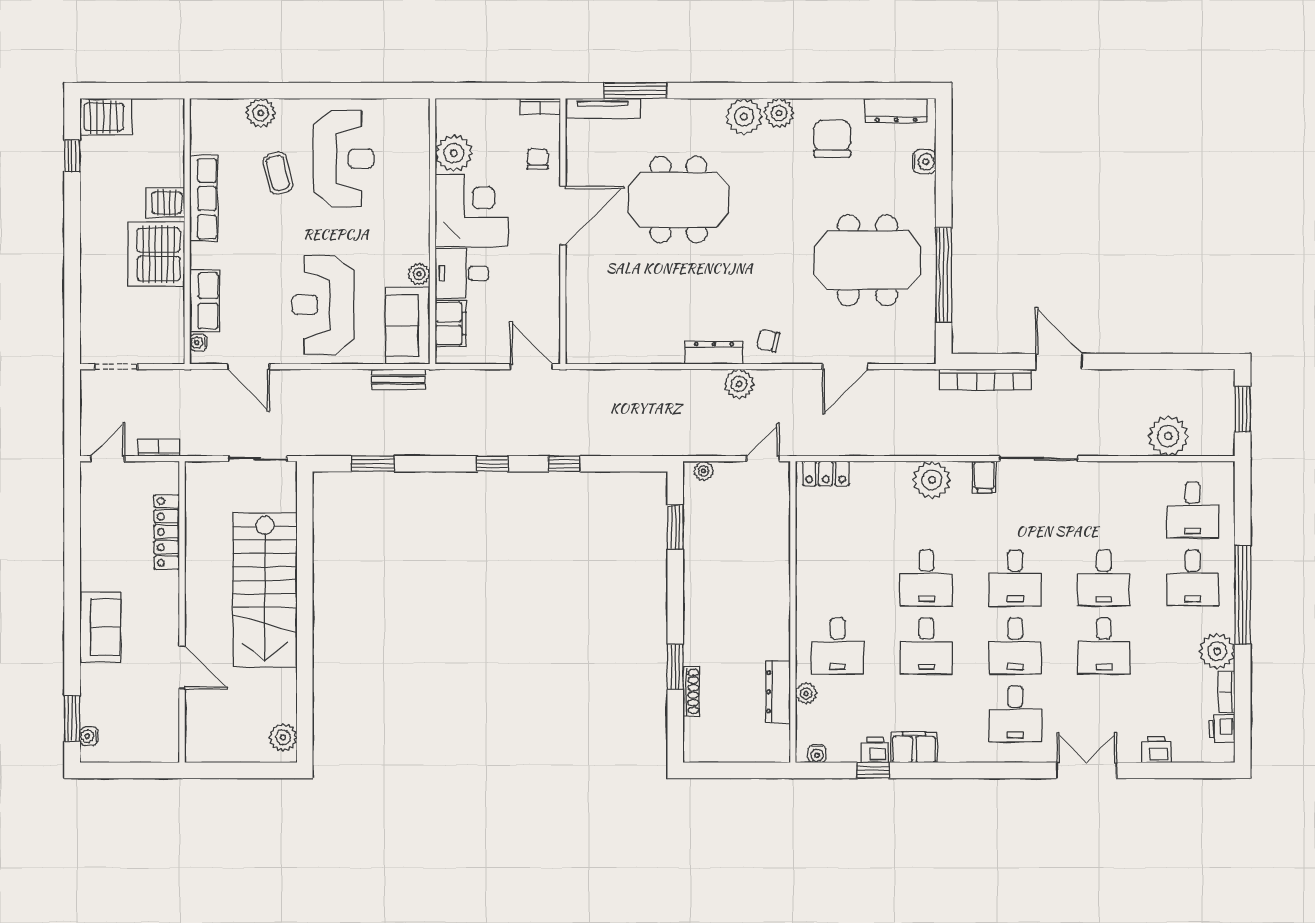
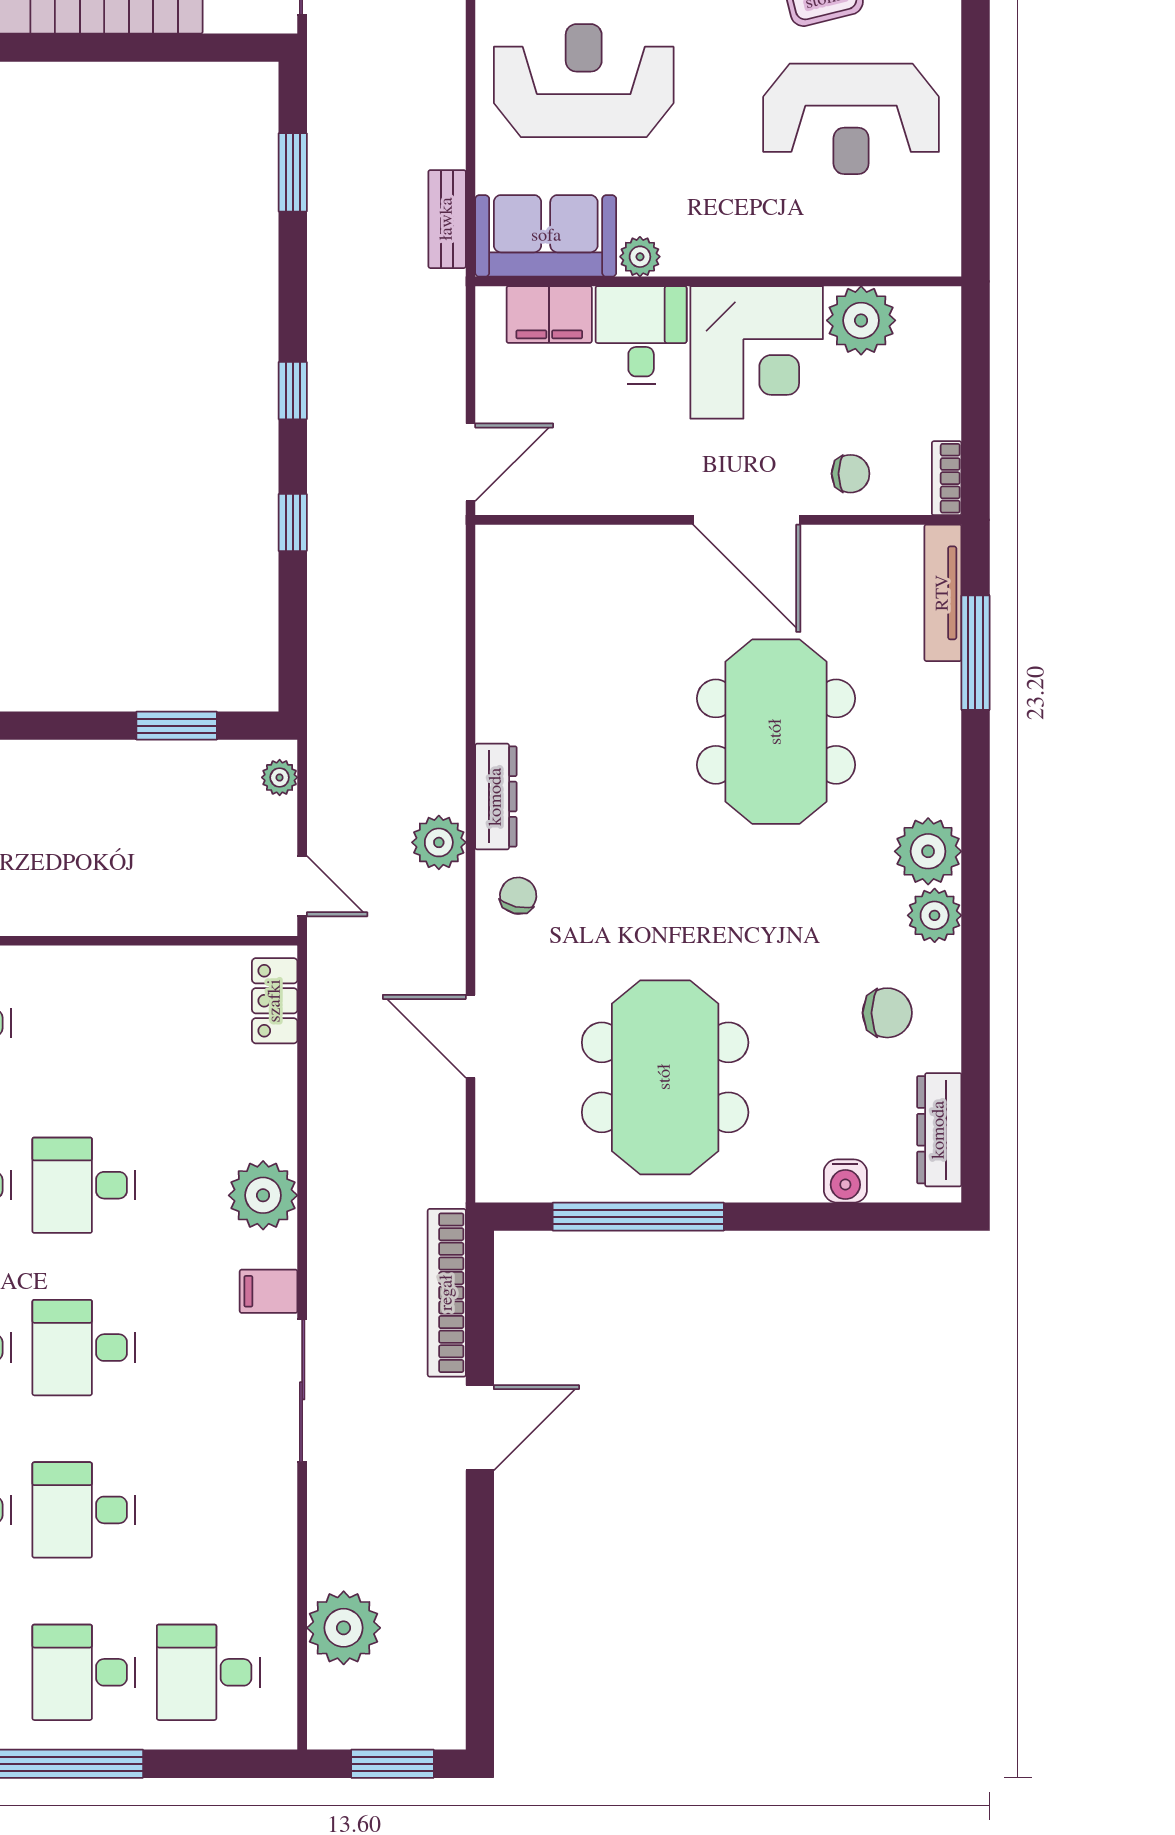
chair: (832, 139) -> (887, 1013), width x0.73, depth x0.73

